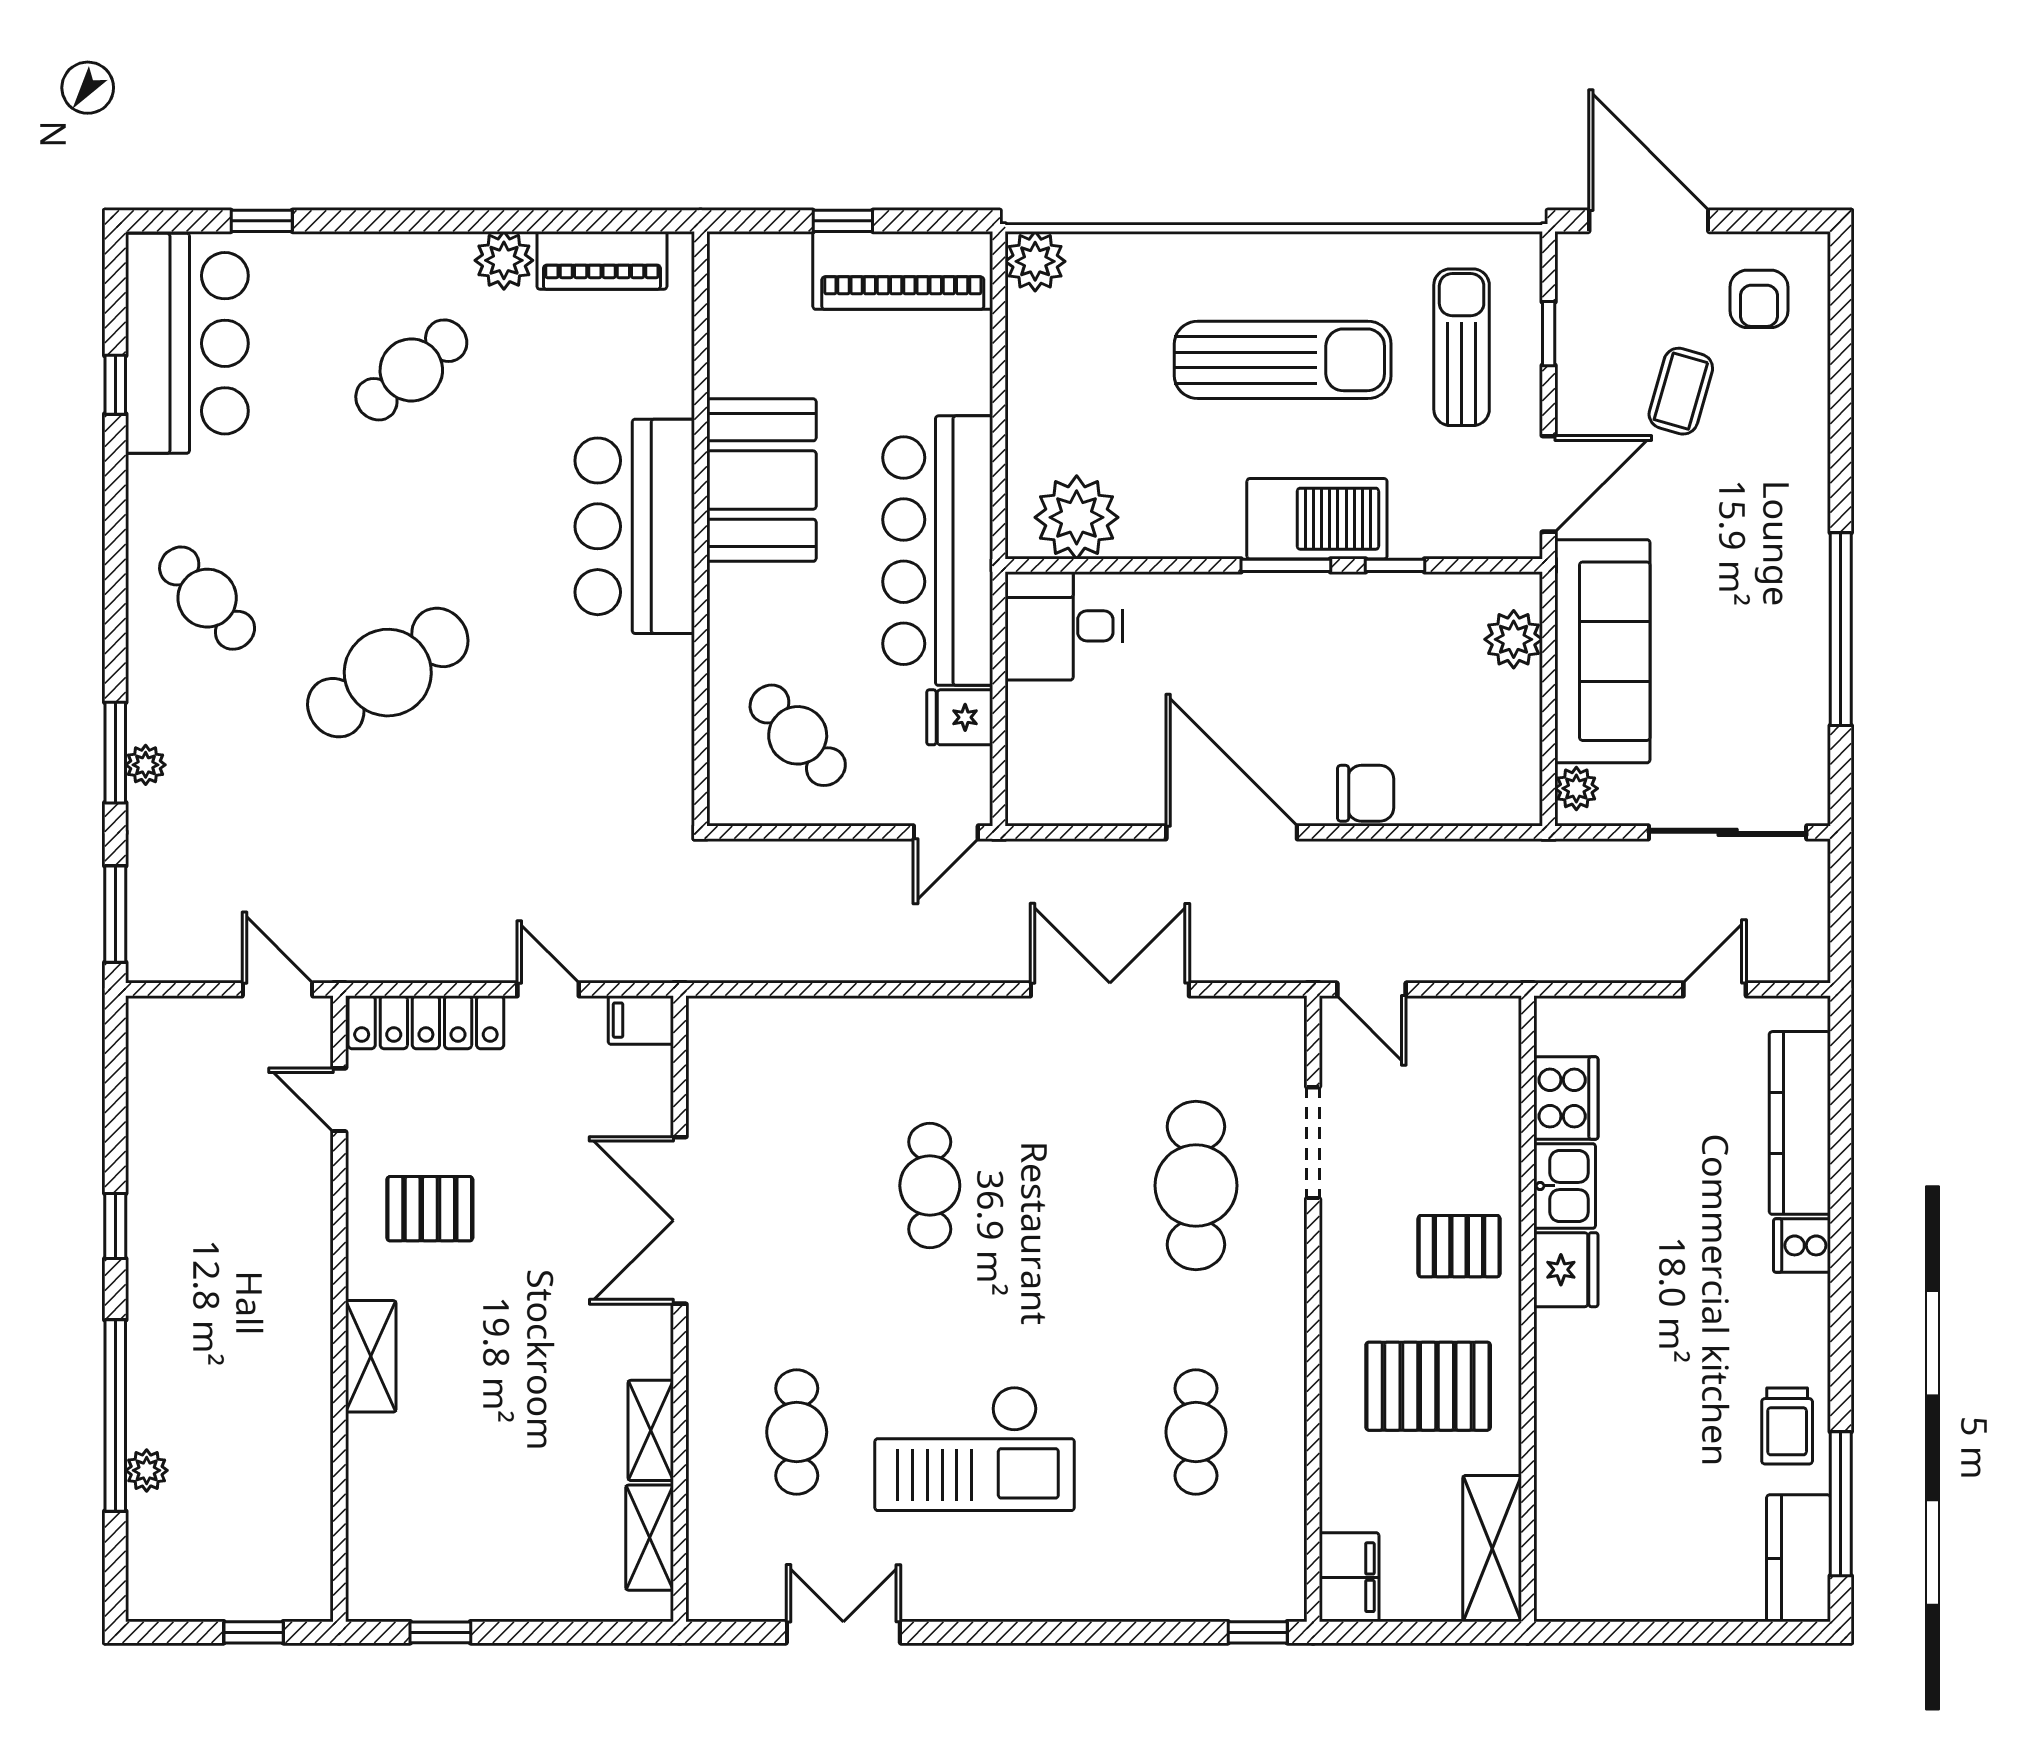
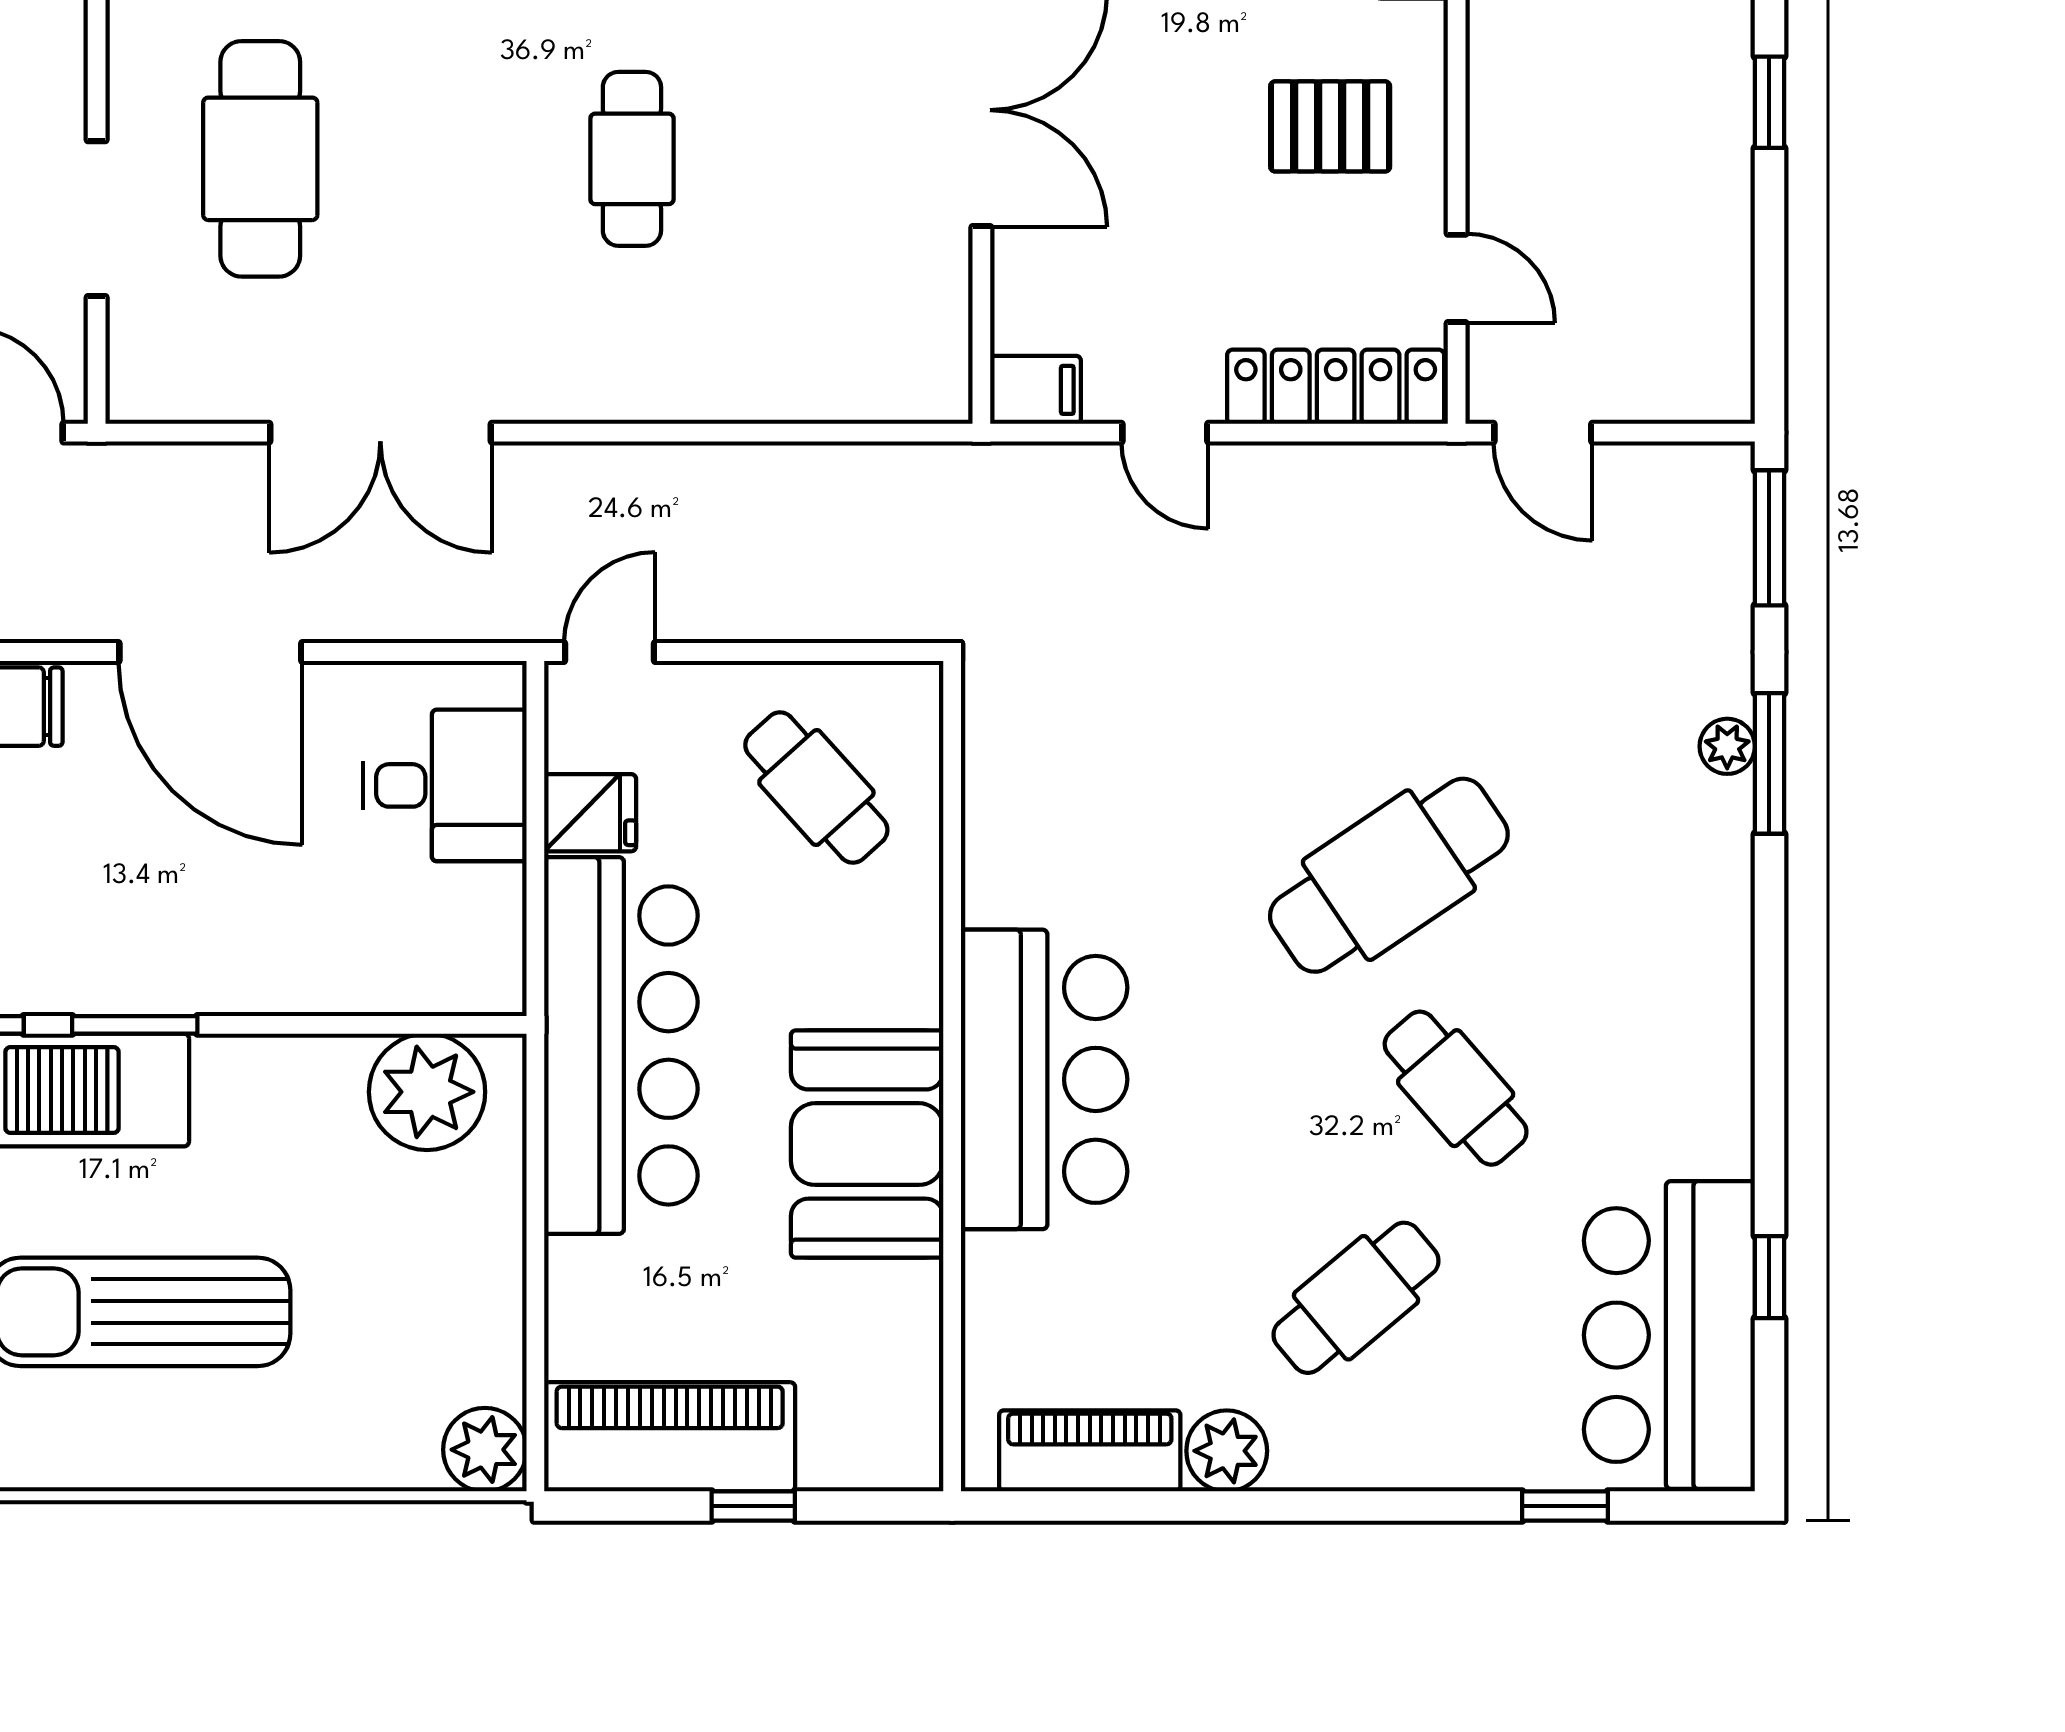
cafe table: (207, 598) -> (1456, 1088), moved
desk: (1064, 626) -> (445, 785), moved

